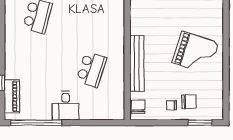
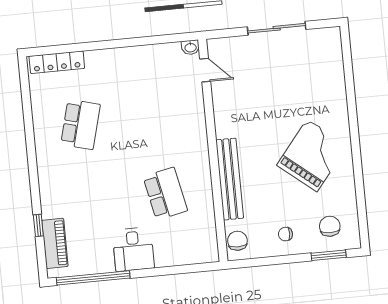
grand piano: (195, 53) -> (312, 155), turned -69
school desk: (91, 69) -> (165, 194), turned -30
chair: (189, 102) -> (330, 226), moved, turned -89

